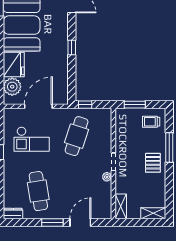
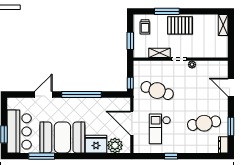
window: (72, 47) -> (82, 95), width x3.17
checkout: (32, 139) -> (160, 129), turned 180
pallet: (153, 163) -> (180, 25), width x1.50, depth x1.42
shelving: (121, 206) -> (159, 53), moved
window: (52, 222) -> (231, 127), moved

